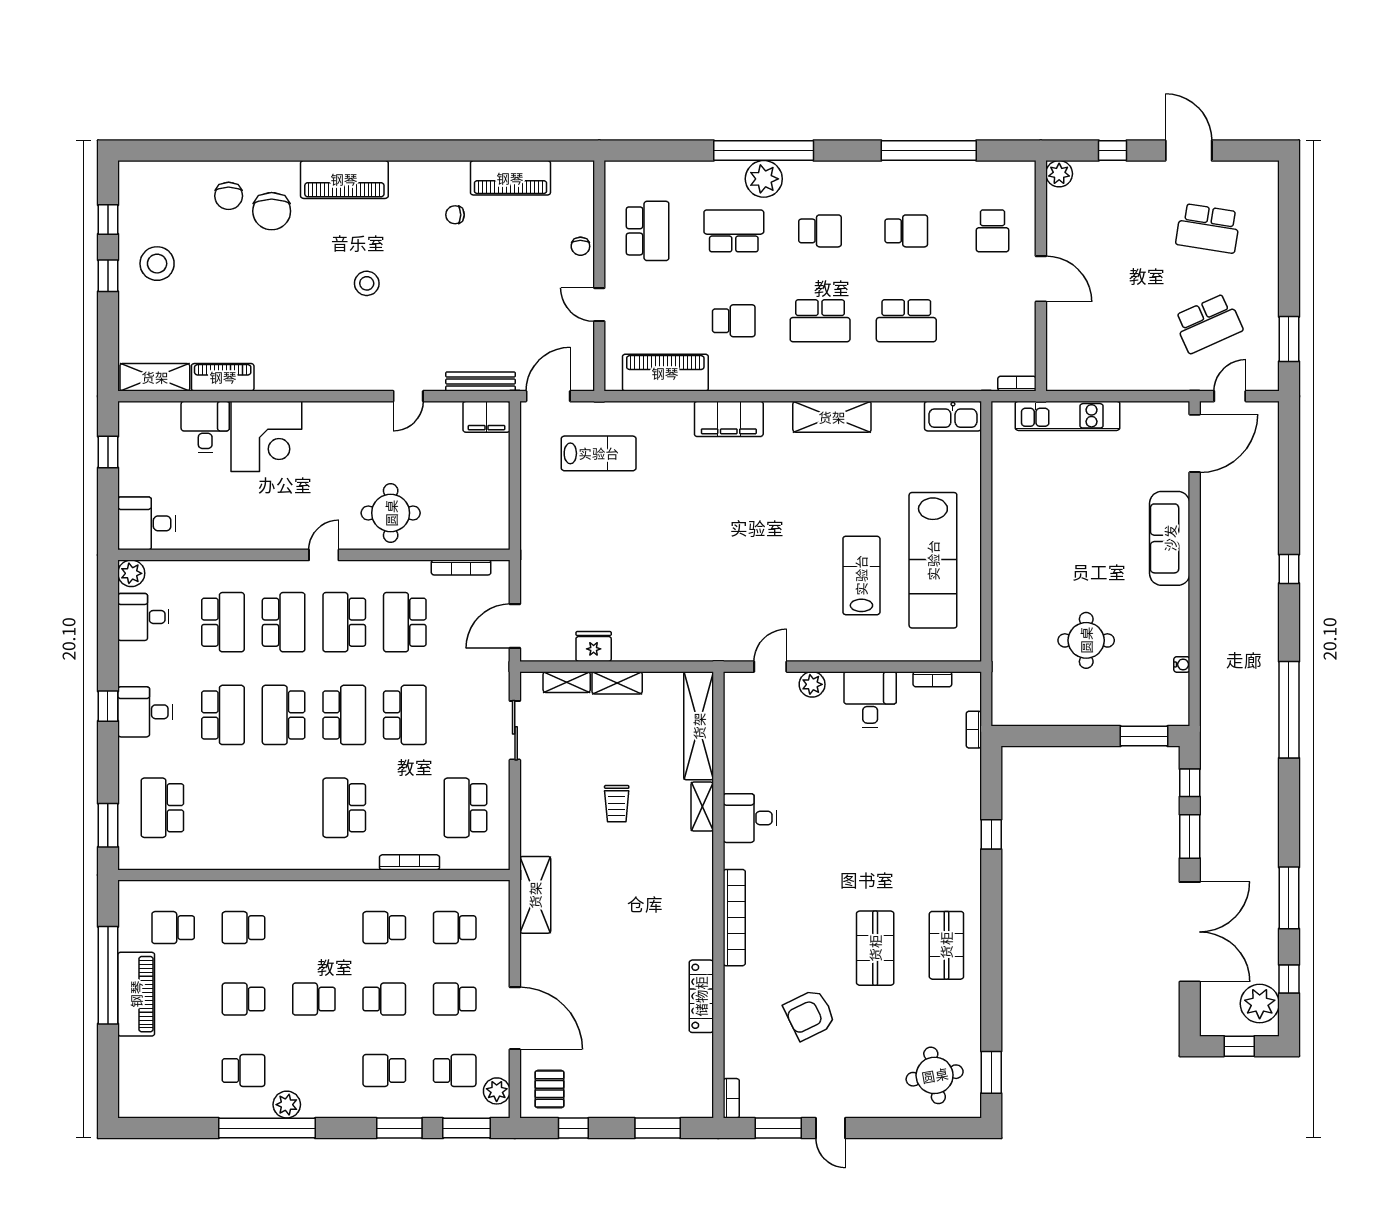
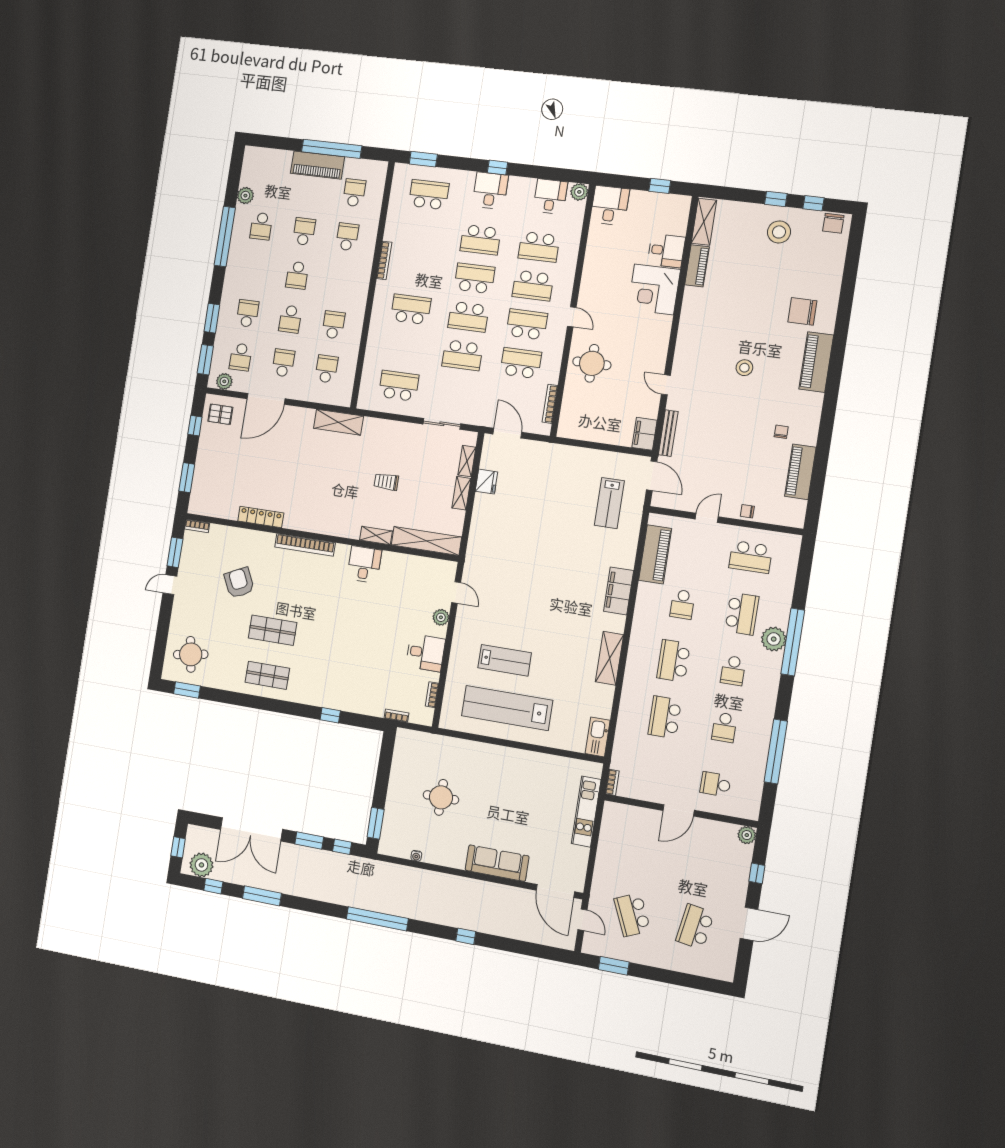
chair: (229, 196) -> (833, 223), moved, turned -90
bookcase: (409, 862) -> (384, 260), moved
school desk: (314, 999) -> (297, 275), turned 180
plant: (287, 1105) -> (245, 196), moved

